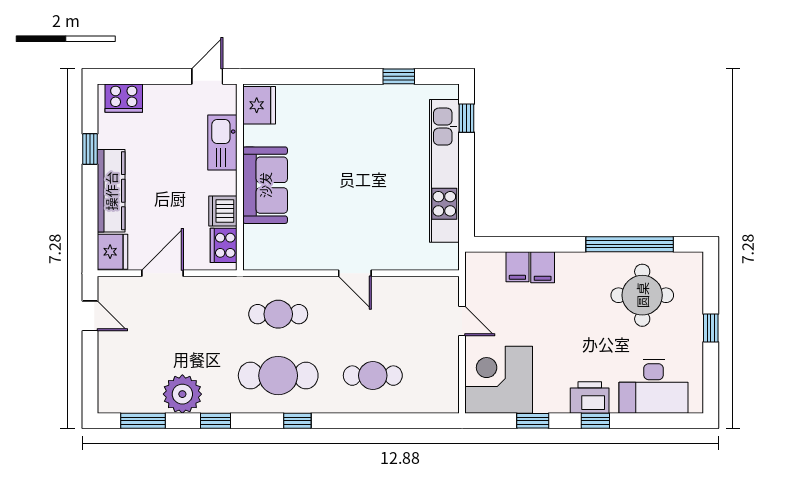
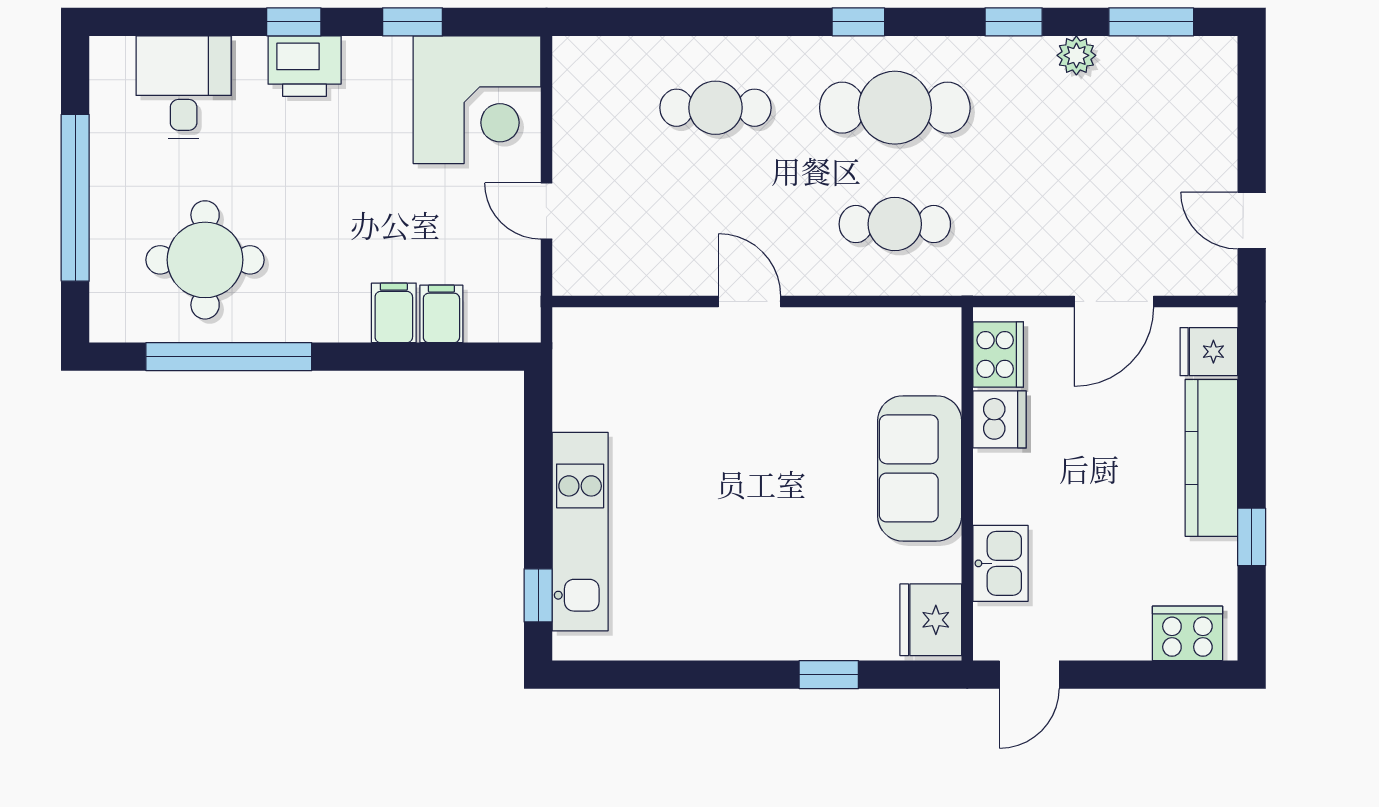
window: (399, 76) -> (829, 675), moved
kitchen sink: (222, 143) -> (1000, 563), width x0.73
kitchen unit: (444, 171) -> (580, 532), width x0.73
fridge: (112, 252) -> (1209, 352), width x0.72
window: (711, 328) -> (75, 198), width x3.17
desk: (654, 386) -> (184, 87), width x0.73
plant: (182, 394) -> (1076, 55), width x0.53, depth x0.53

